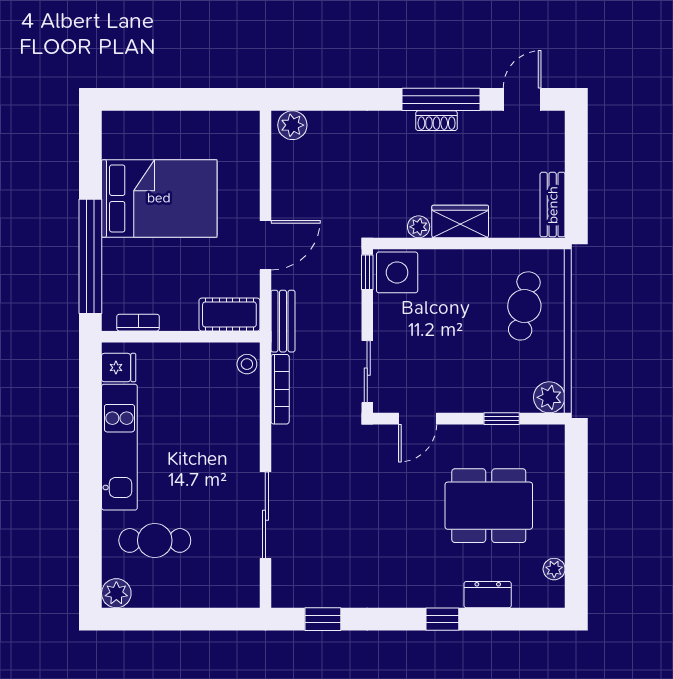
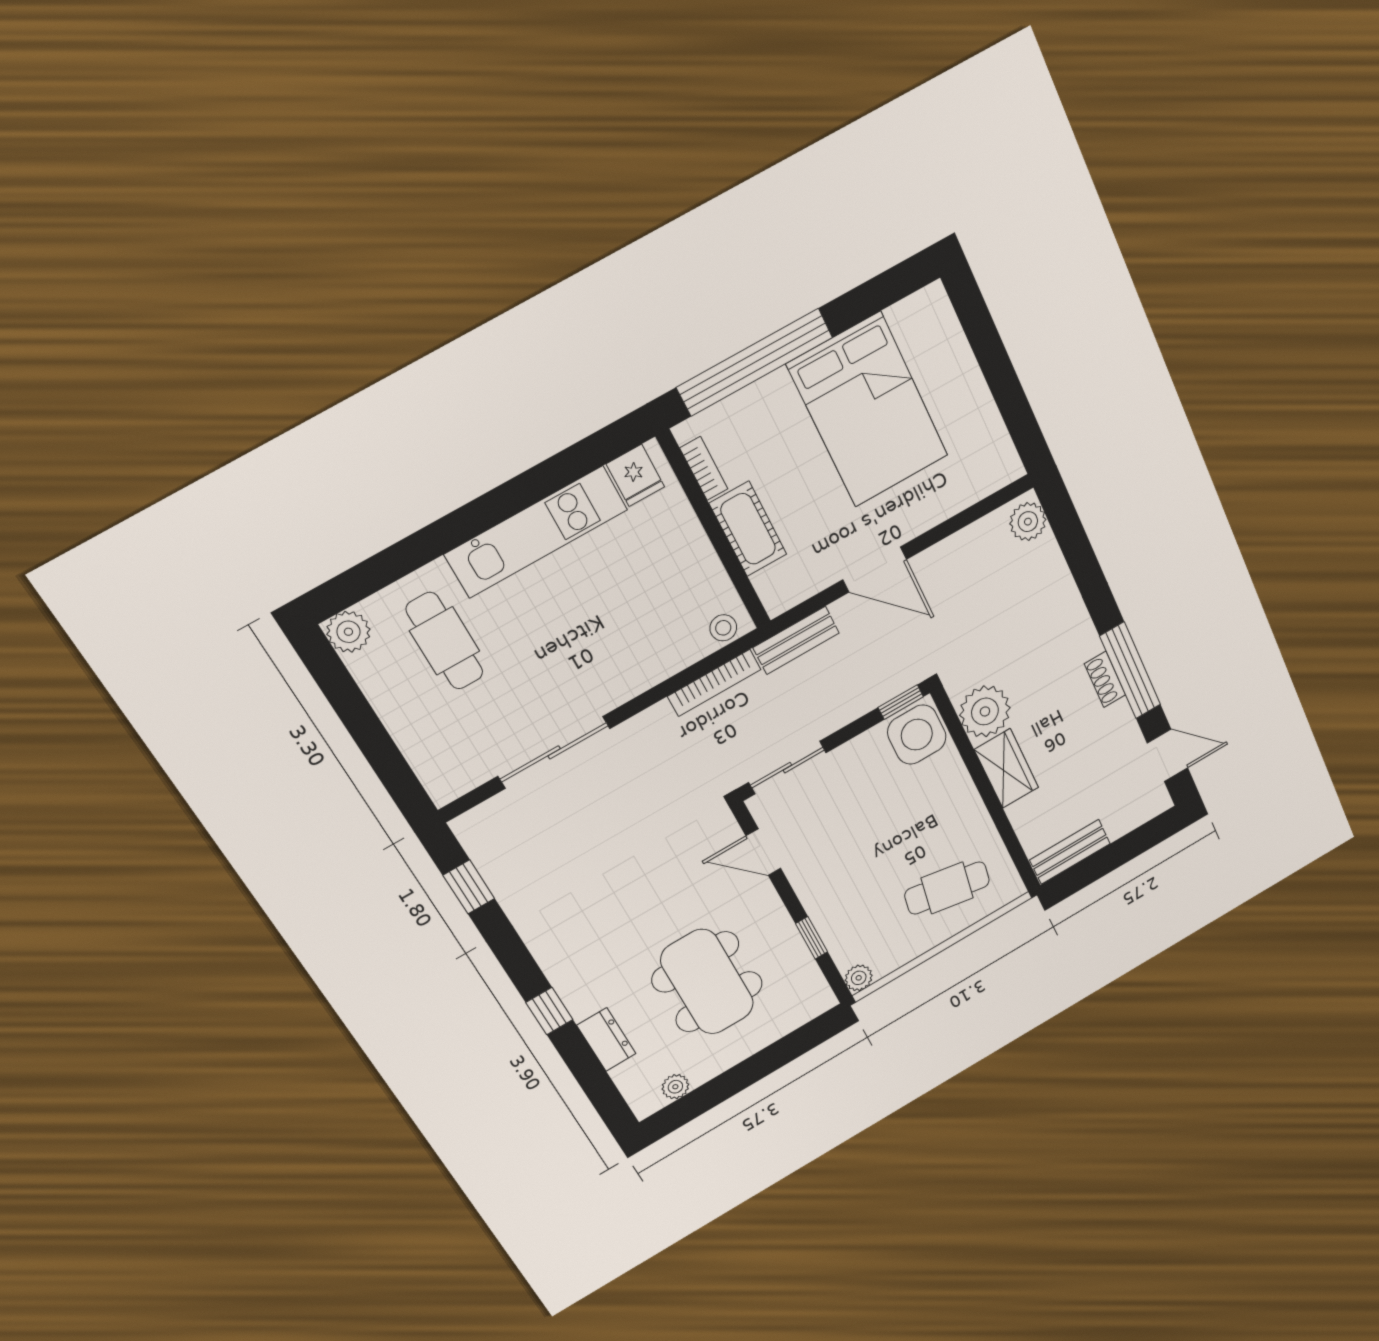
plant: (419, 227) -> (985, 711), width x1.87, depth x1.87
cot: (229, 315) -> (748, 529), moved
plant: (549, 397) -> (859, 978), width x0.73, depth x0.73

